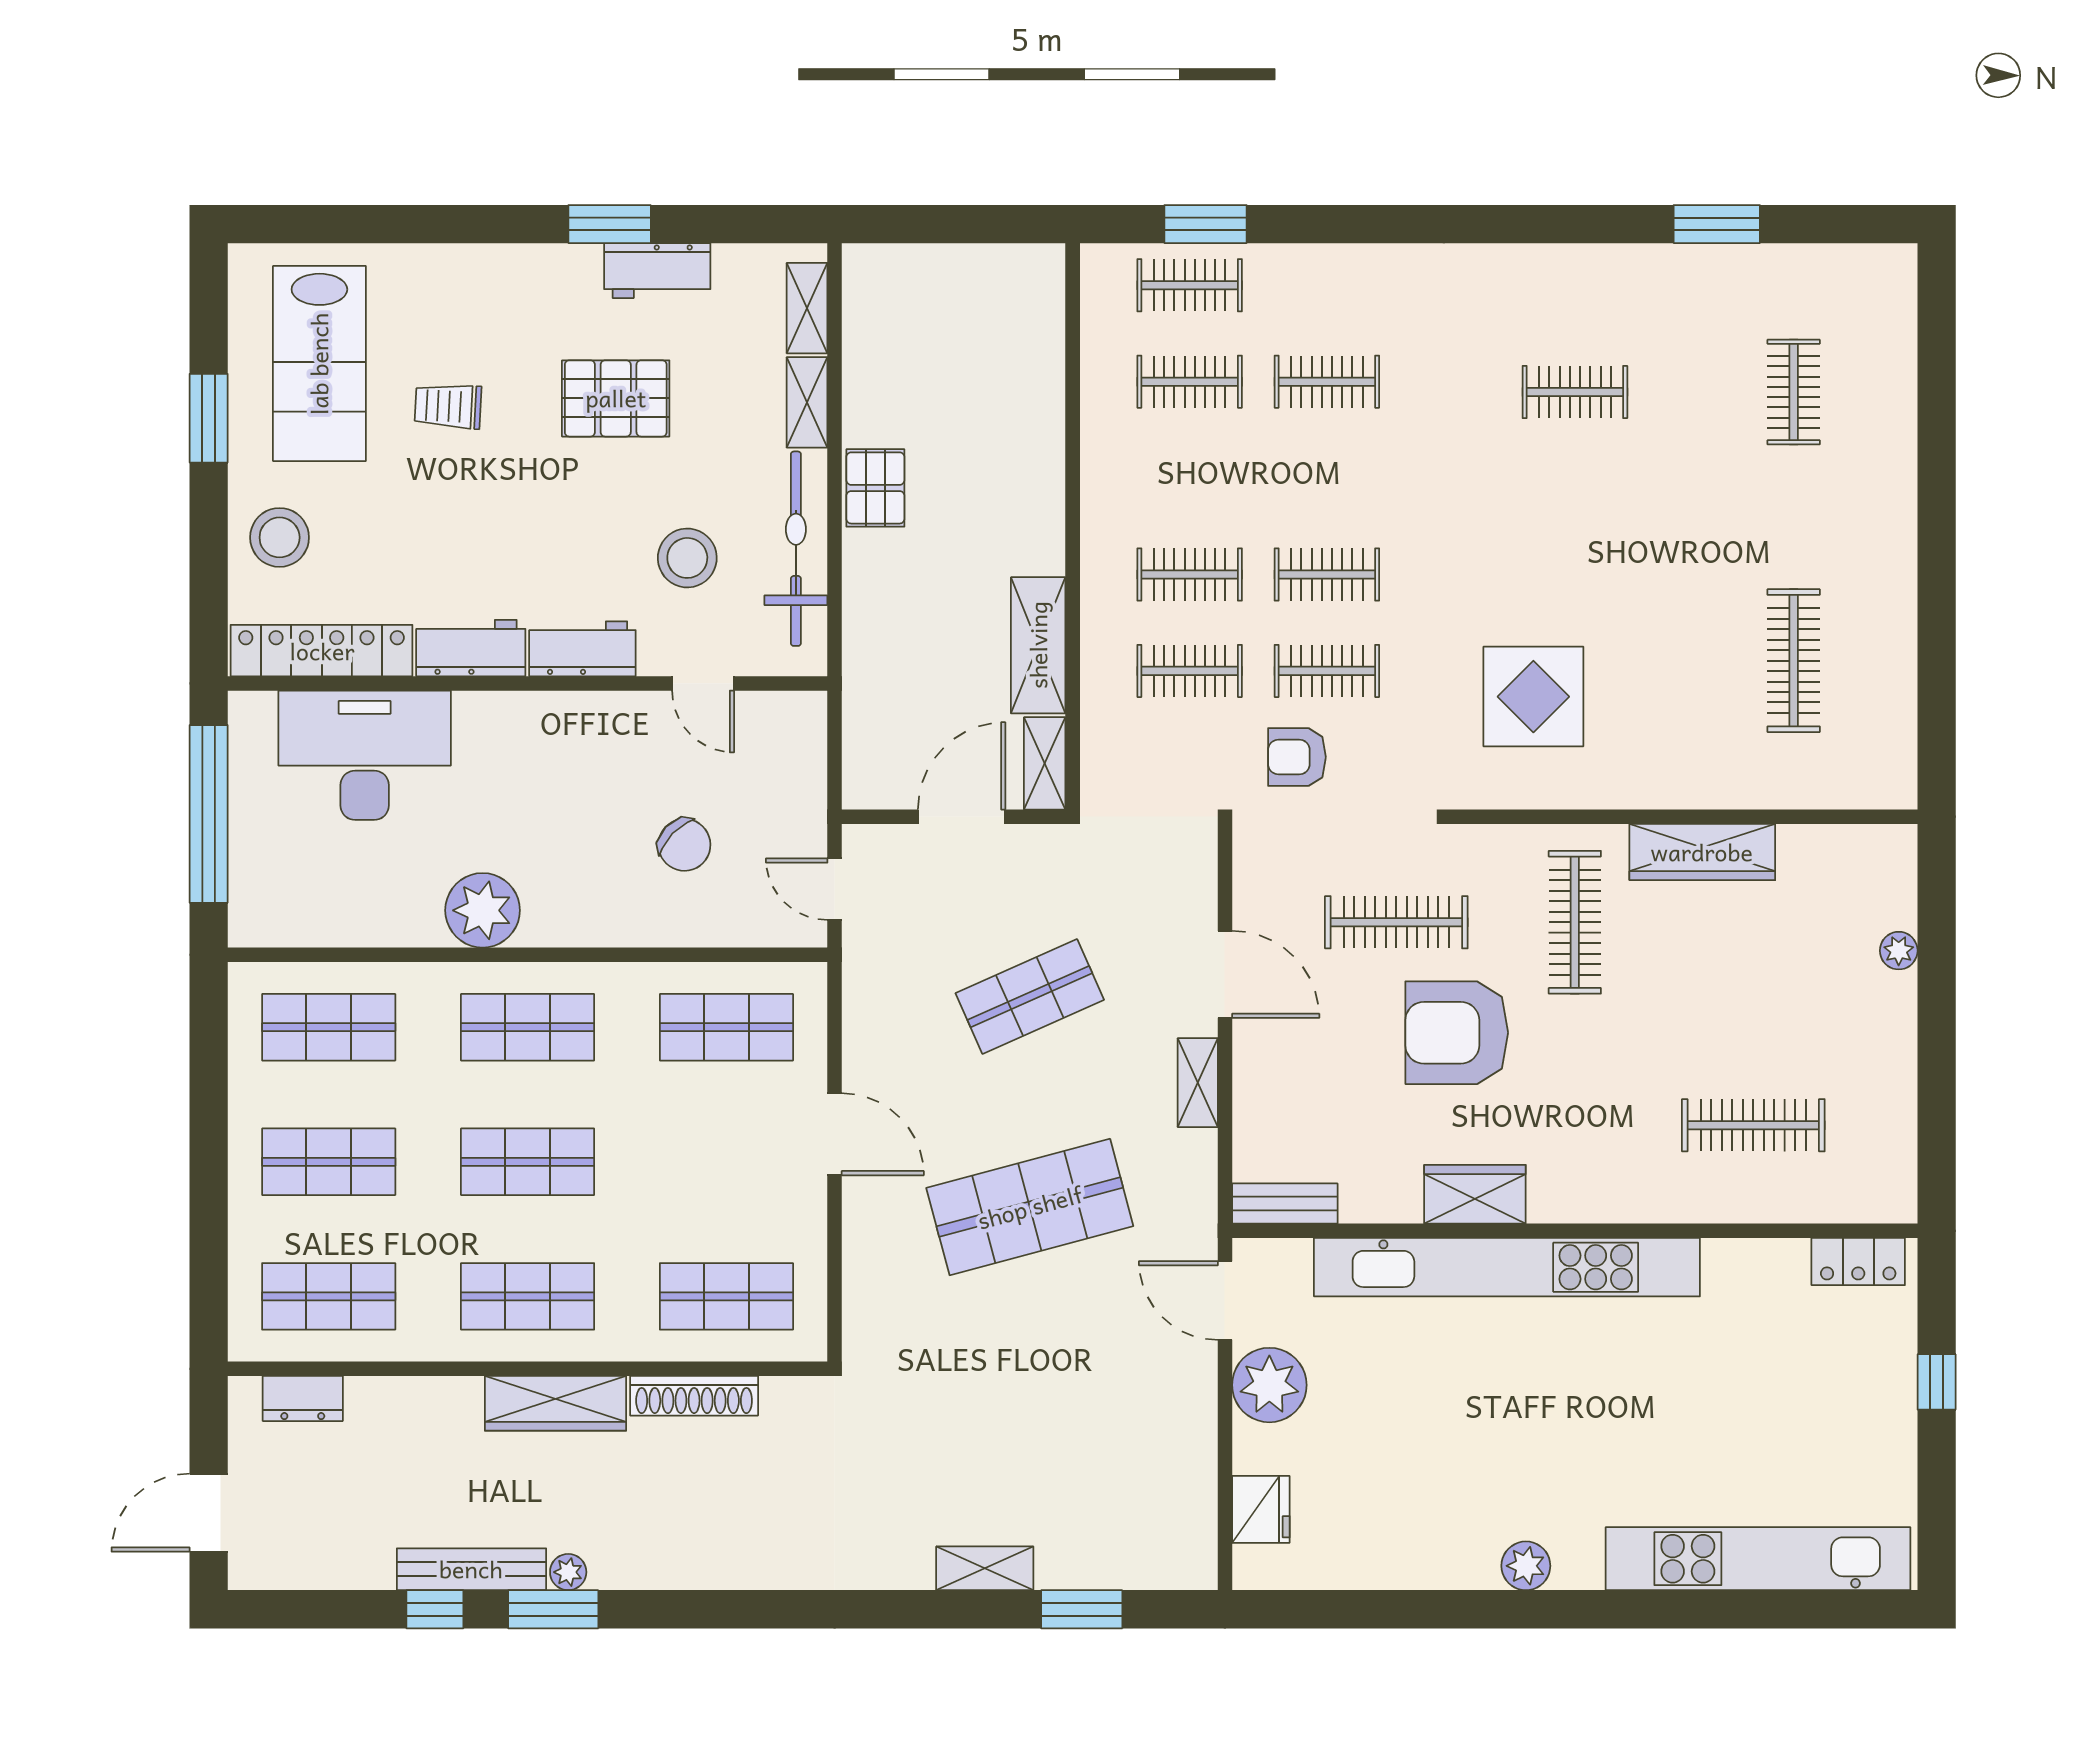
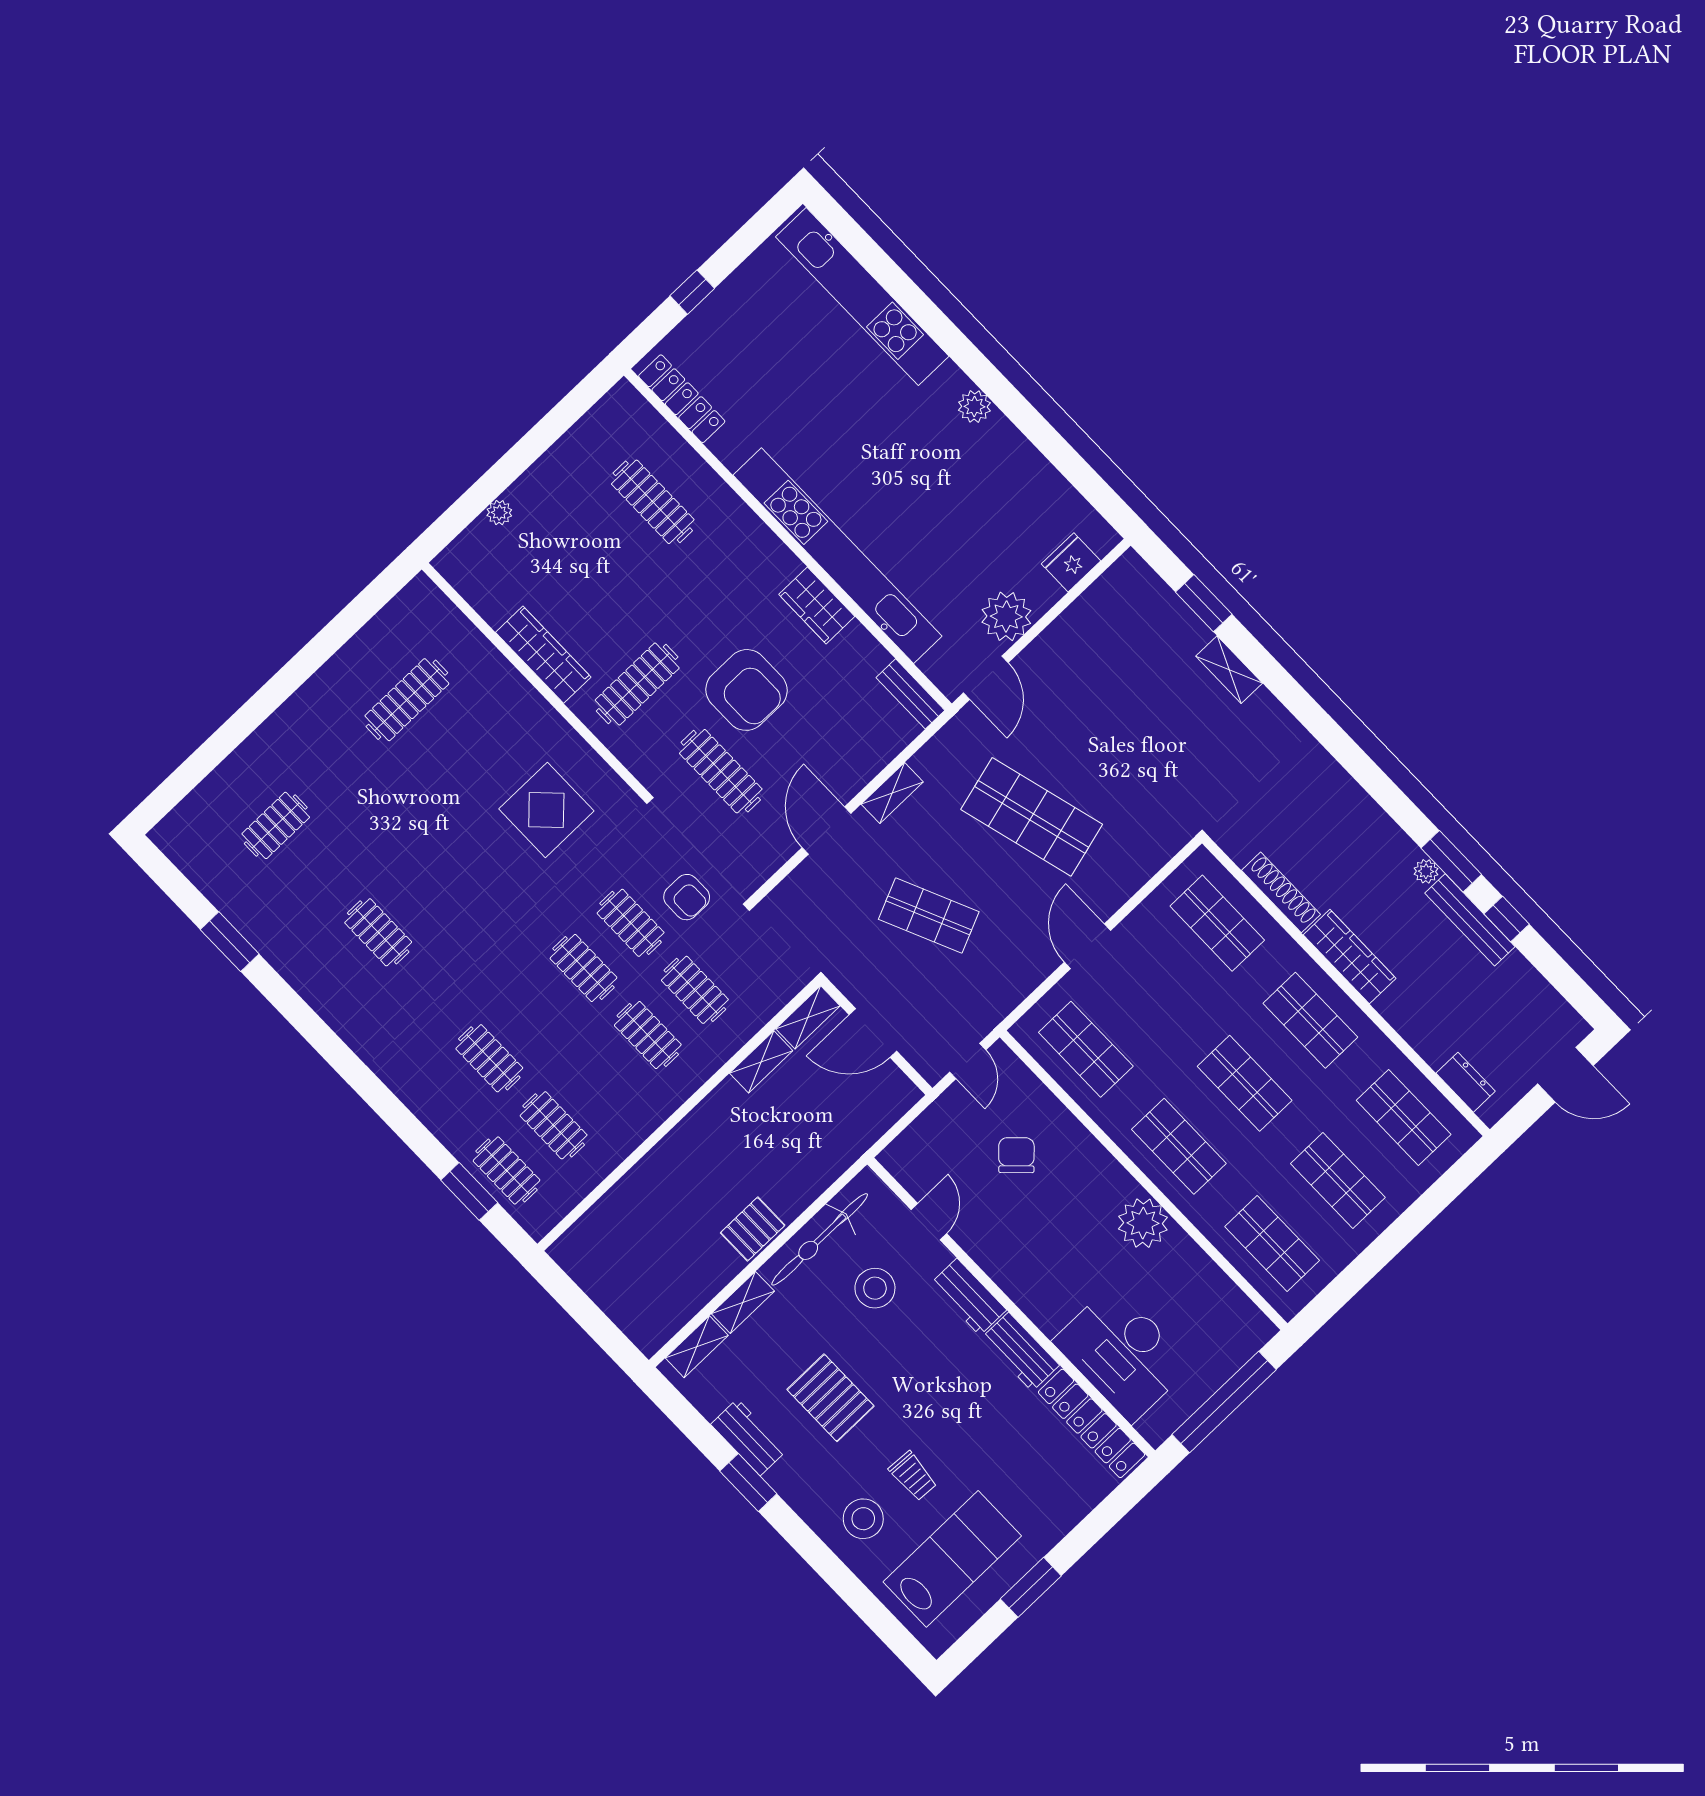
stool: (280, 537) -> (863, 1519), moved
shelving: (1038, 645) -> (761, 1062), width x0.67, depth x0.75
locker: (1858, 1262) -> (682, 399), width x1.53

